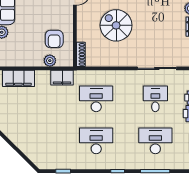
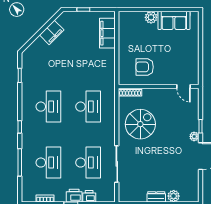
spiral stairs: (116, 25) -> (140, 124), moved
plant: (50, 61) -> (124, 63), removed
filing cabinet: (62, 78) -> (52, 32), moved, turned -135
desk: (155, 99) -> (88, 163), width x1.37

